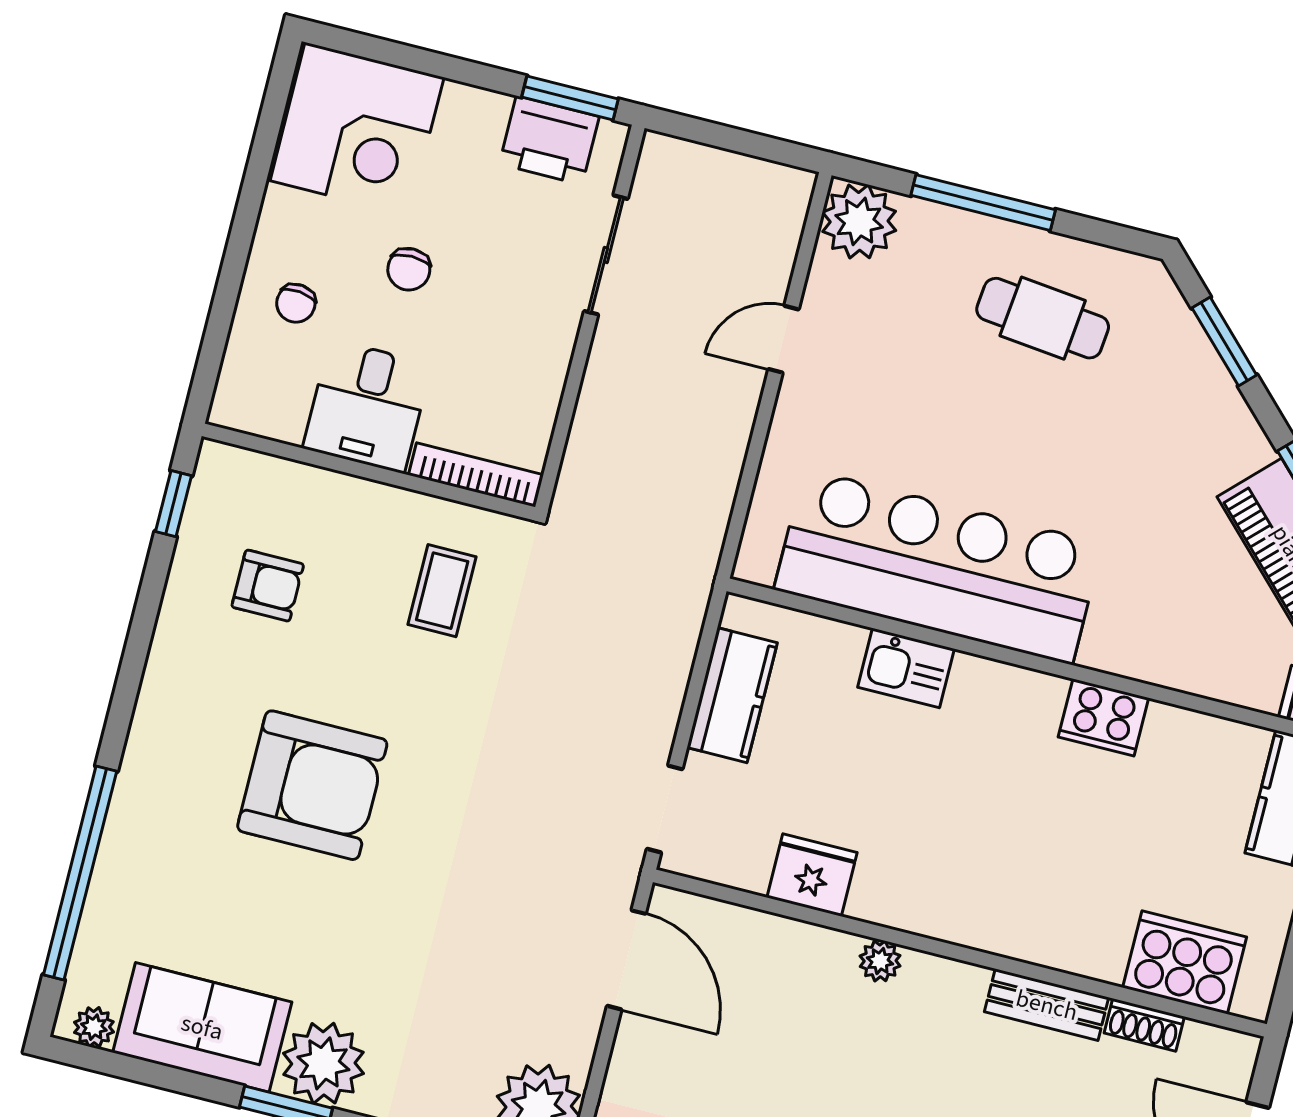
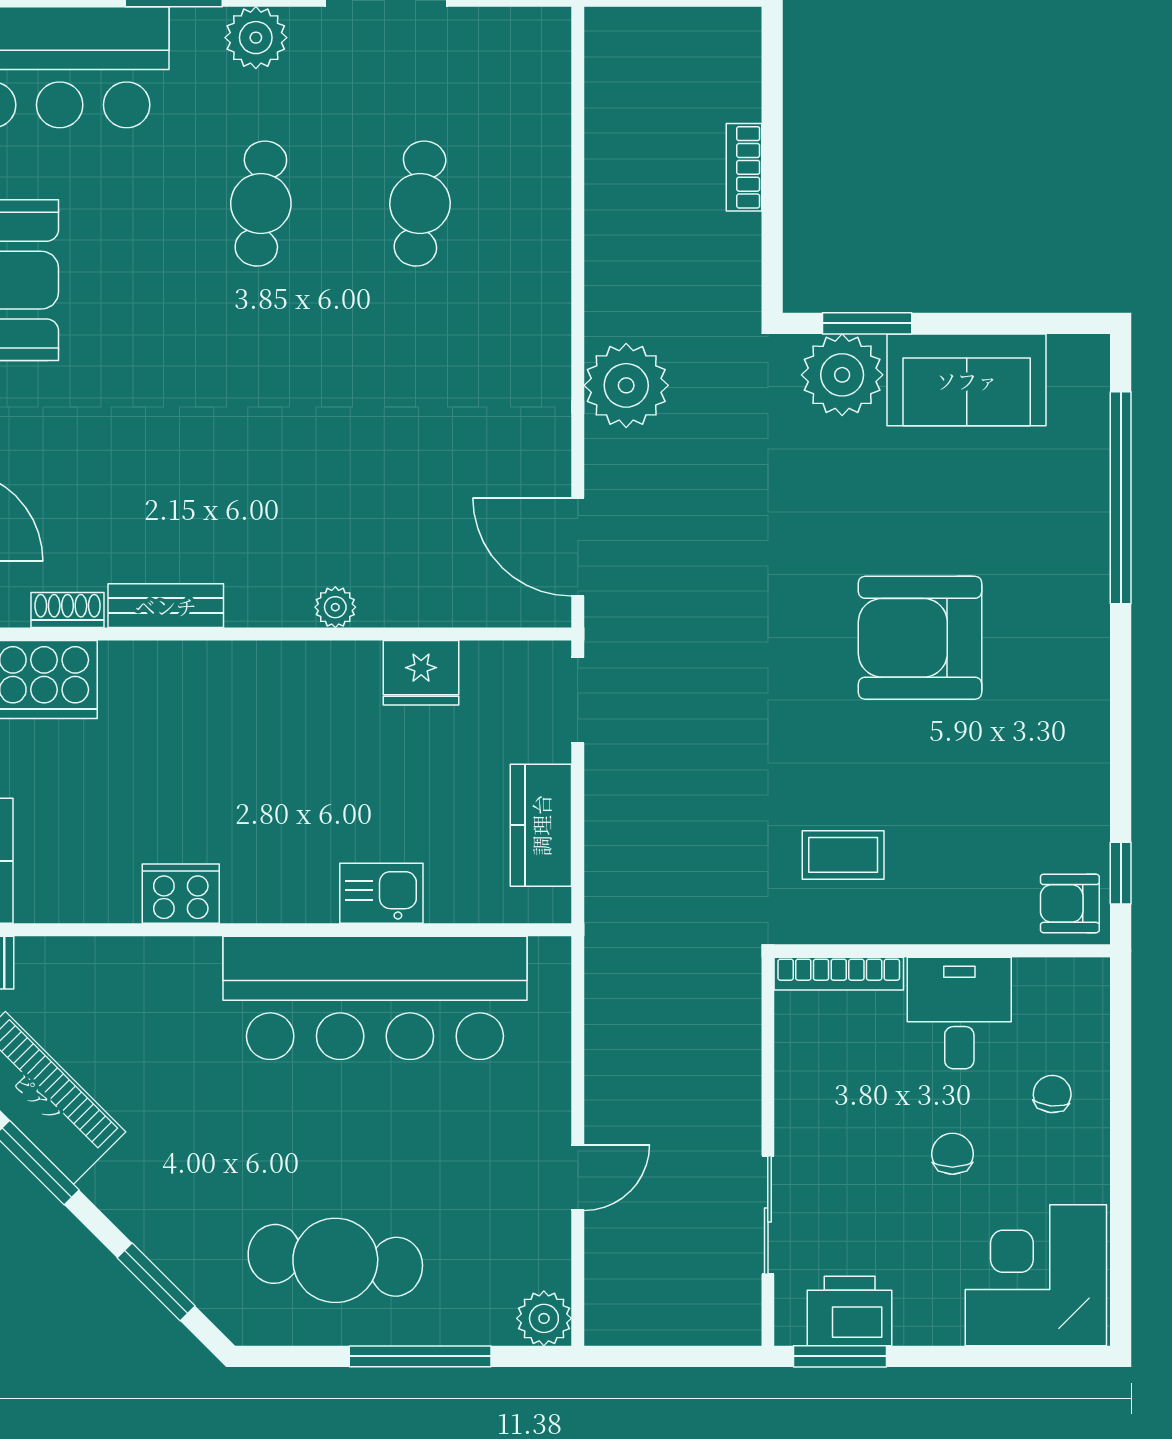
plant: (859, 221) -> (544, 1318), width x0.73, depth x0.73
cafe table: (1043, 318) -> (335, 1260), width x1.37, depth x1.35
armchair: (268, 586) -> (1070, 903), moved
coffee table: (442, 591) -> (843, 855), turned 90
plant: (94, 1027) -> (1070, 354), removed

